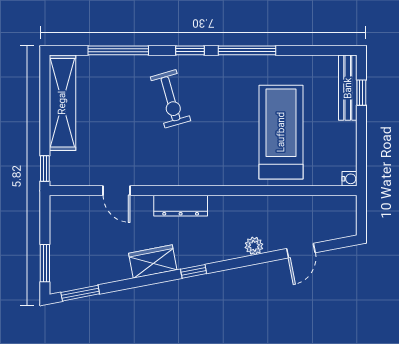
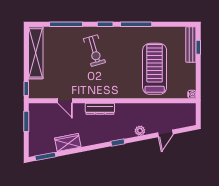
wardrobe: (153, 262) -> (68, 142), moved
window: (45, 263) -> (26, 121), moved
window: (194, 271) -> (118, 142), moved

